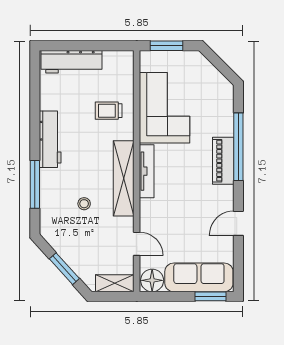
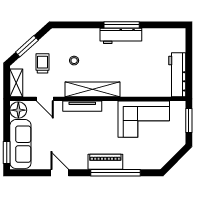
workbench: (71, 62) -> (177, 75), moved
trolley: (109, 111) -> (42, 63), moved
tv unit: (147, 171) -> (82, 106), moved
window: (35, 184) -> (122, 25), moved
door: (137, 244) -> (45, 99), hinge flipped

